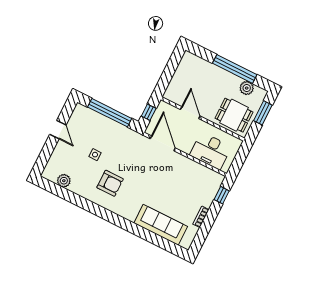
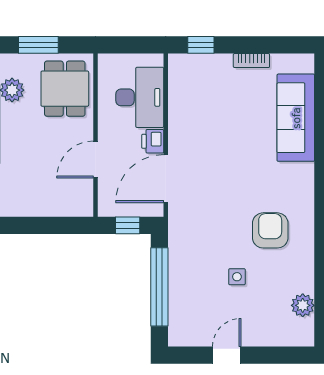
printer: (185, 146) -> (153, 141), added

